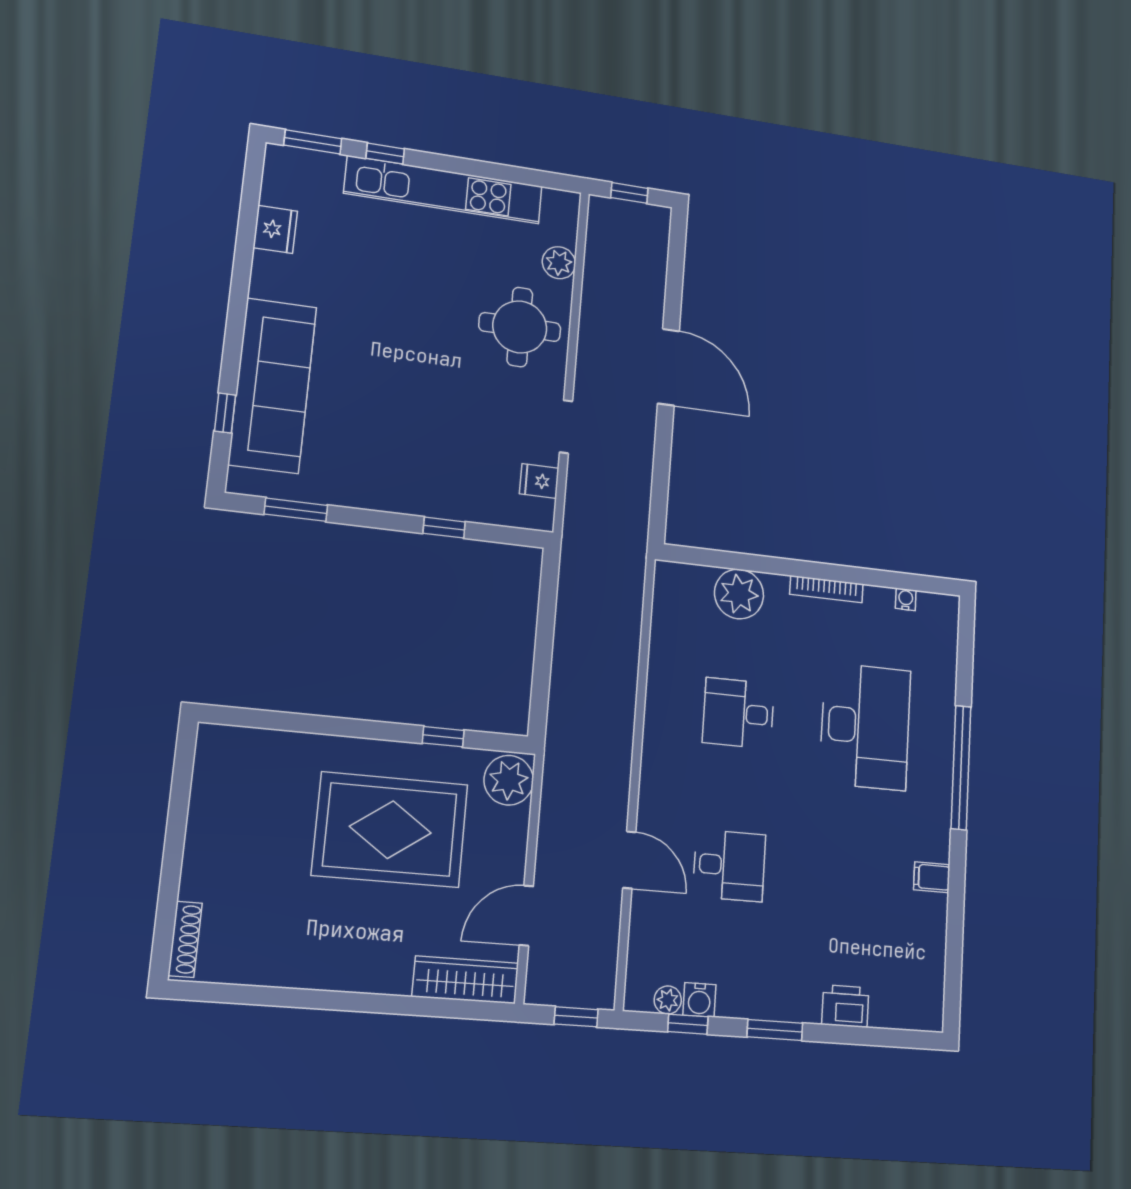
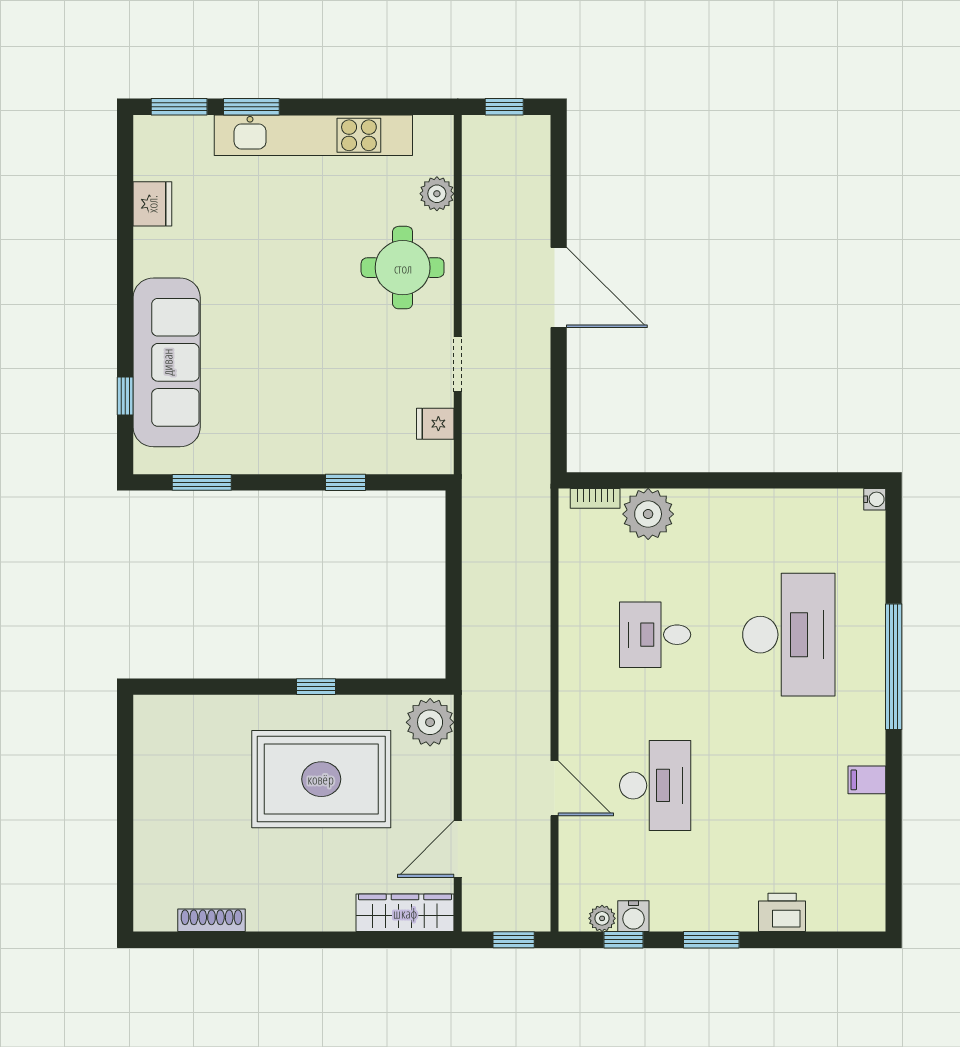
window: (385, 154) -> (251, 107), width x1.50
bookcase: (826, 589) -> (595, 498), moved, width x0.64
water cooler: (906, 599) -> (875, 499), moved, turned 90
window: (443, 737) -> (316, 687), moved
desk: (729, 865) -> (655, 785), width x1.37
shoe rack: (185, 939) -> (212, 920), moved, turned -90

